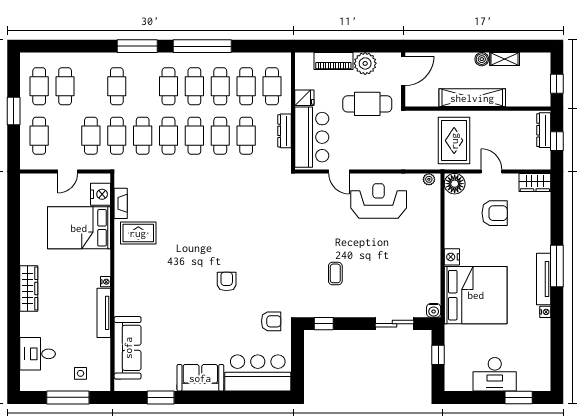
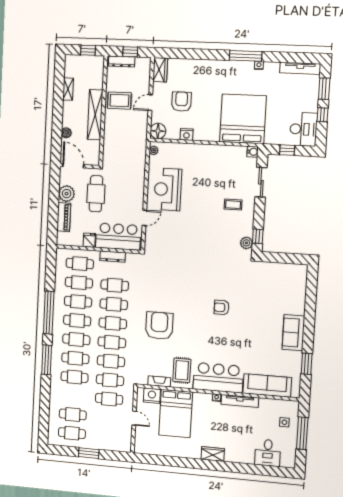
boiler: (482, 59) -> (66, 133), moved
cafe table: (39, 136) -> (75, 358), moved
rug: (454, 141) -> (119, 101), moved, width x0.73, depth x0.70
nightstand: (452, 257) -> (187, 134), moved
window: (557, 266) -> (246, 56), moved
coffee table: (335, 273) -> (233, 205), moved
tv unit: (544, 279) -> (300, 68), moved
wardrobe: (29, 289) -> (213, 454), width x0.67
plant: (314, 309) -> (246, 243), added
armchair: (271, 321) -> (159, 326), moved, width x1.88, depth x1.88
bar counter: (258, 373) -> (218, 378), moved, turned 90
desk: (495, 374) -> (303, 129), moved
window: (485, 397) -> (323, 115), added

